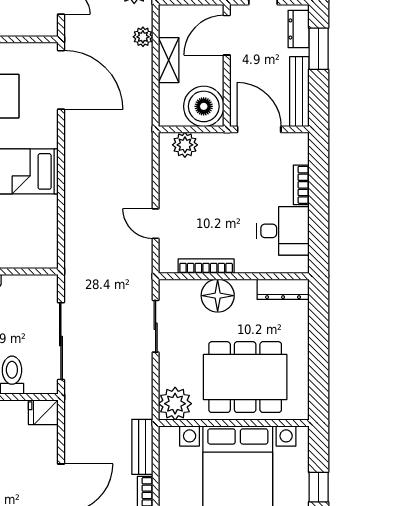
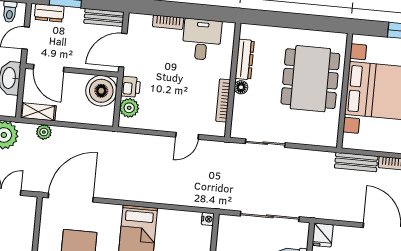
shelving: (169, 60) -> (38, 112), moved
bench: (299, 92) -> (104, 18), width x0.73
printer: (212, 144) -> (131, 87), added
nightstand: (50, 261) -> (208, 219), added
dresser: (283, 289) -> (245, 59), moved
floor lamp: (218, 296) -> (241, 87), width x0.53, depth x0.53
plant: (175, 404) -> (326, 134), removed

